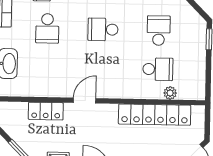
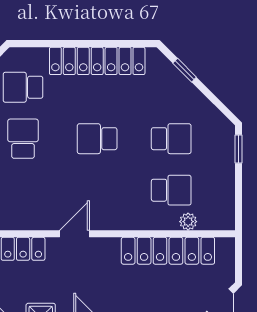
school desk: (47, 28) -> (23, 139), turned 180
school desk: (159, 31) -> (171, 139), turned 90

